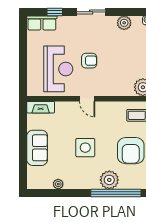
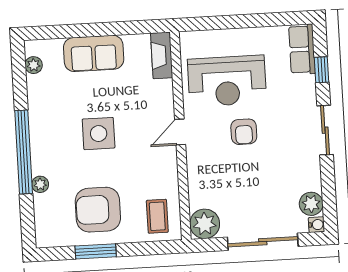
plant: (124, 23) -> (311, 204), moved
plant: (109, 180) -> (40, 184), width x0.53, depth x0.53
plant: (58, 184) -> (34, 65), moved
window: (116, 193) -> (24, 152), moved

